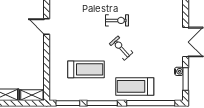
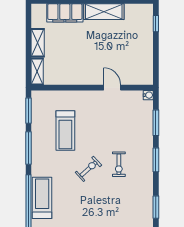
door: (47, 27) -> (112, 88), hinge flipped
treadmill: (135, 86) -> (42, 198), moved

